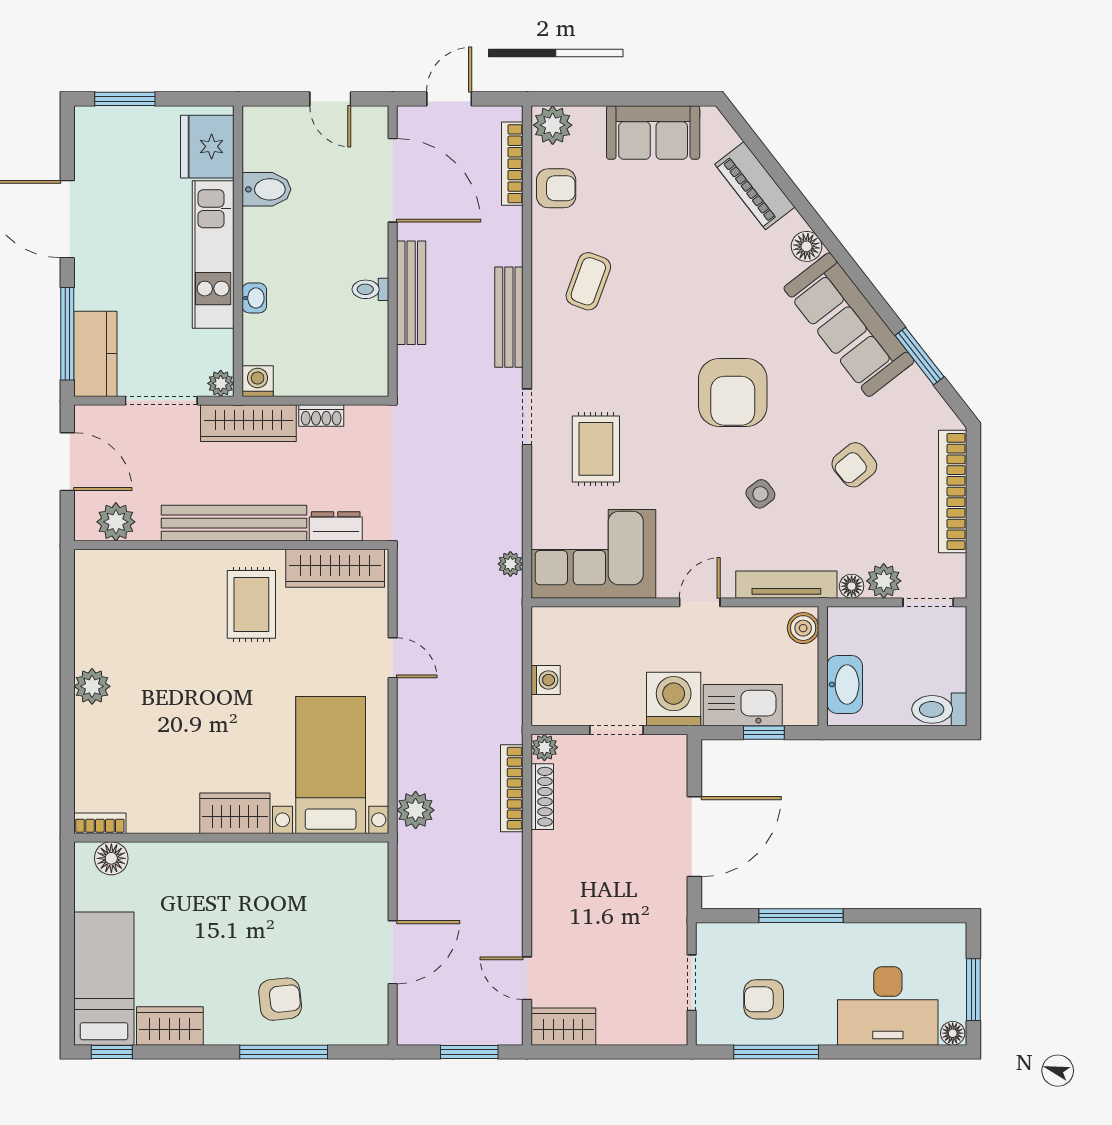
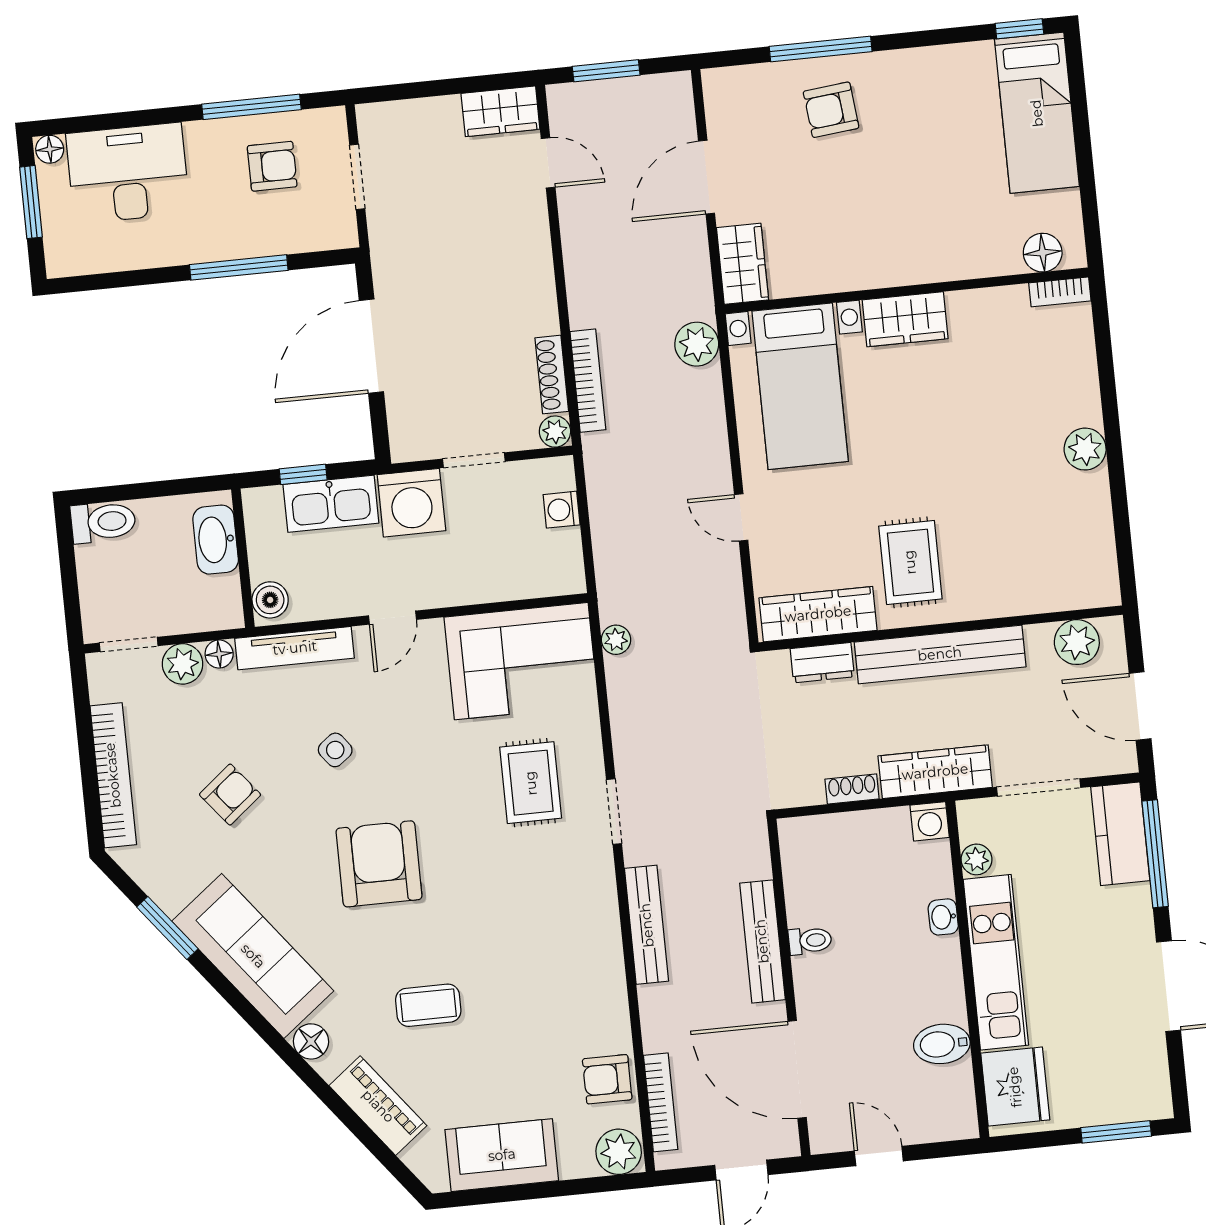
coffee table: (588, 281) -> (428, 1005), moved, turned 70
plant: (221, 383) -> (976, 859), moved
wardrobe: (170, 1026) -> (743, 264), moved, turned -90

